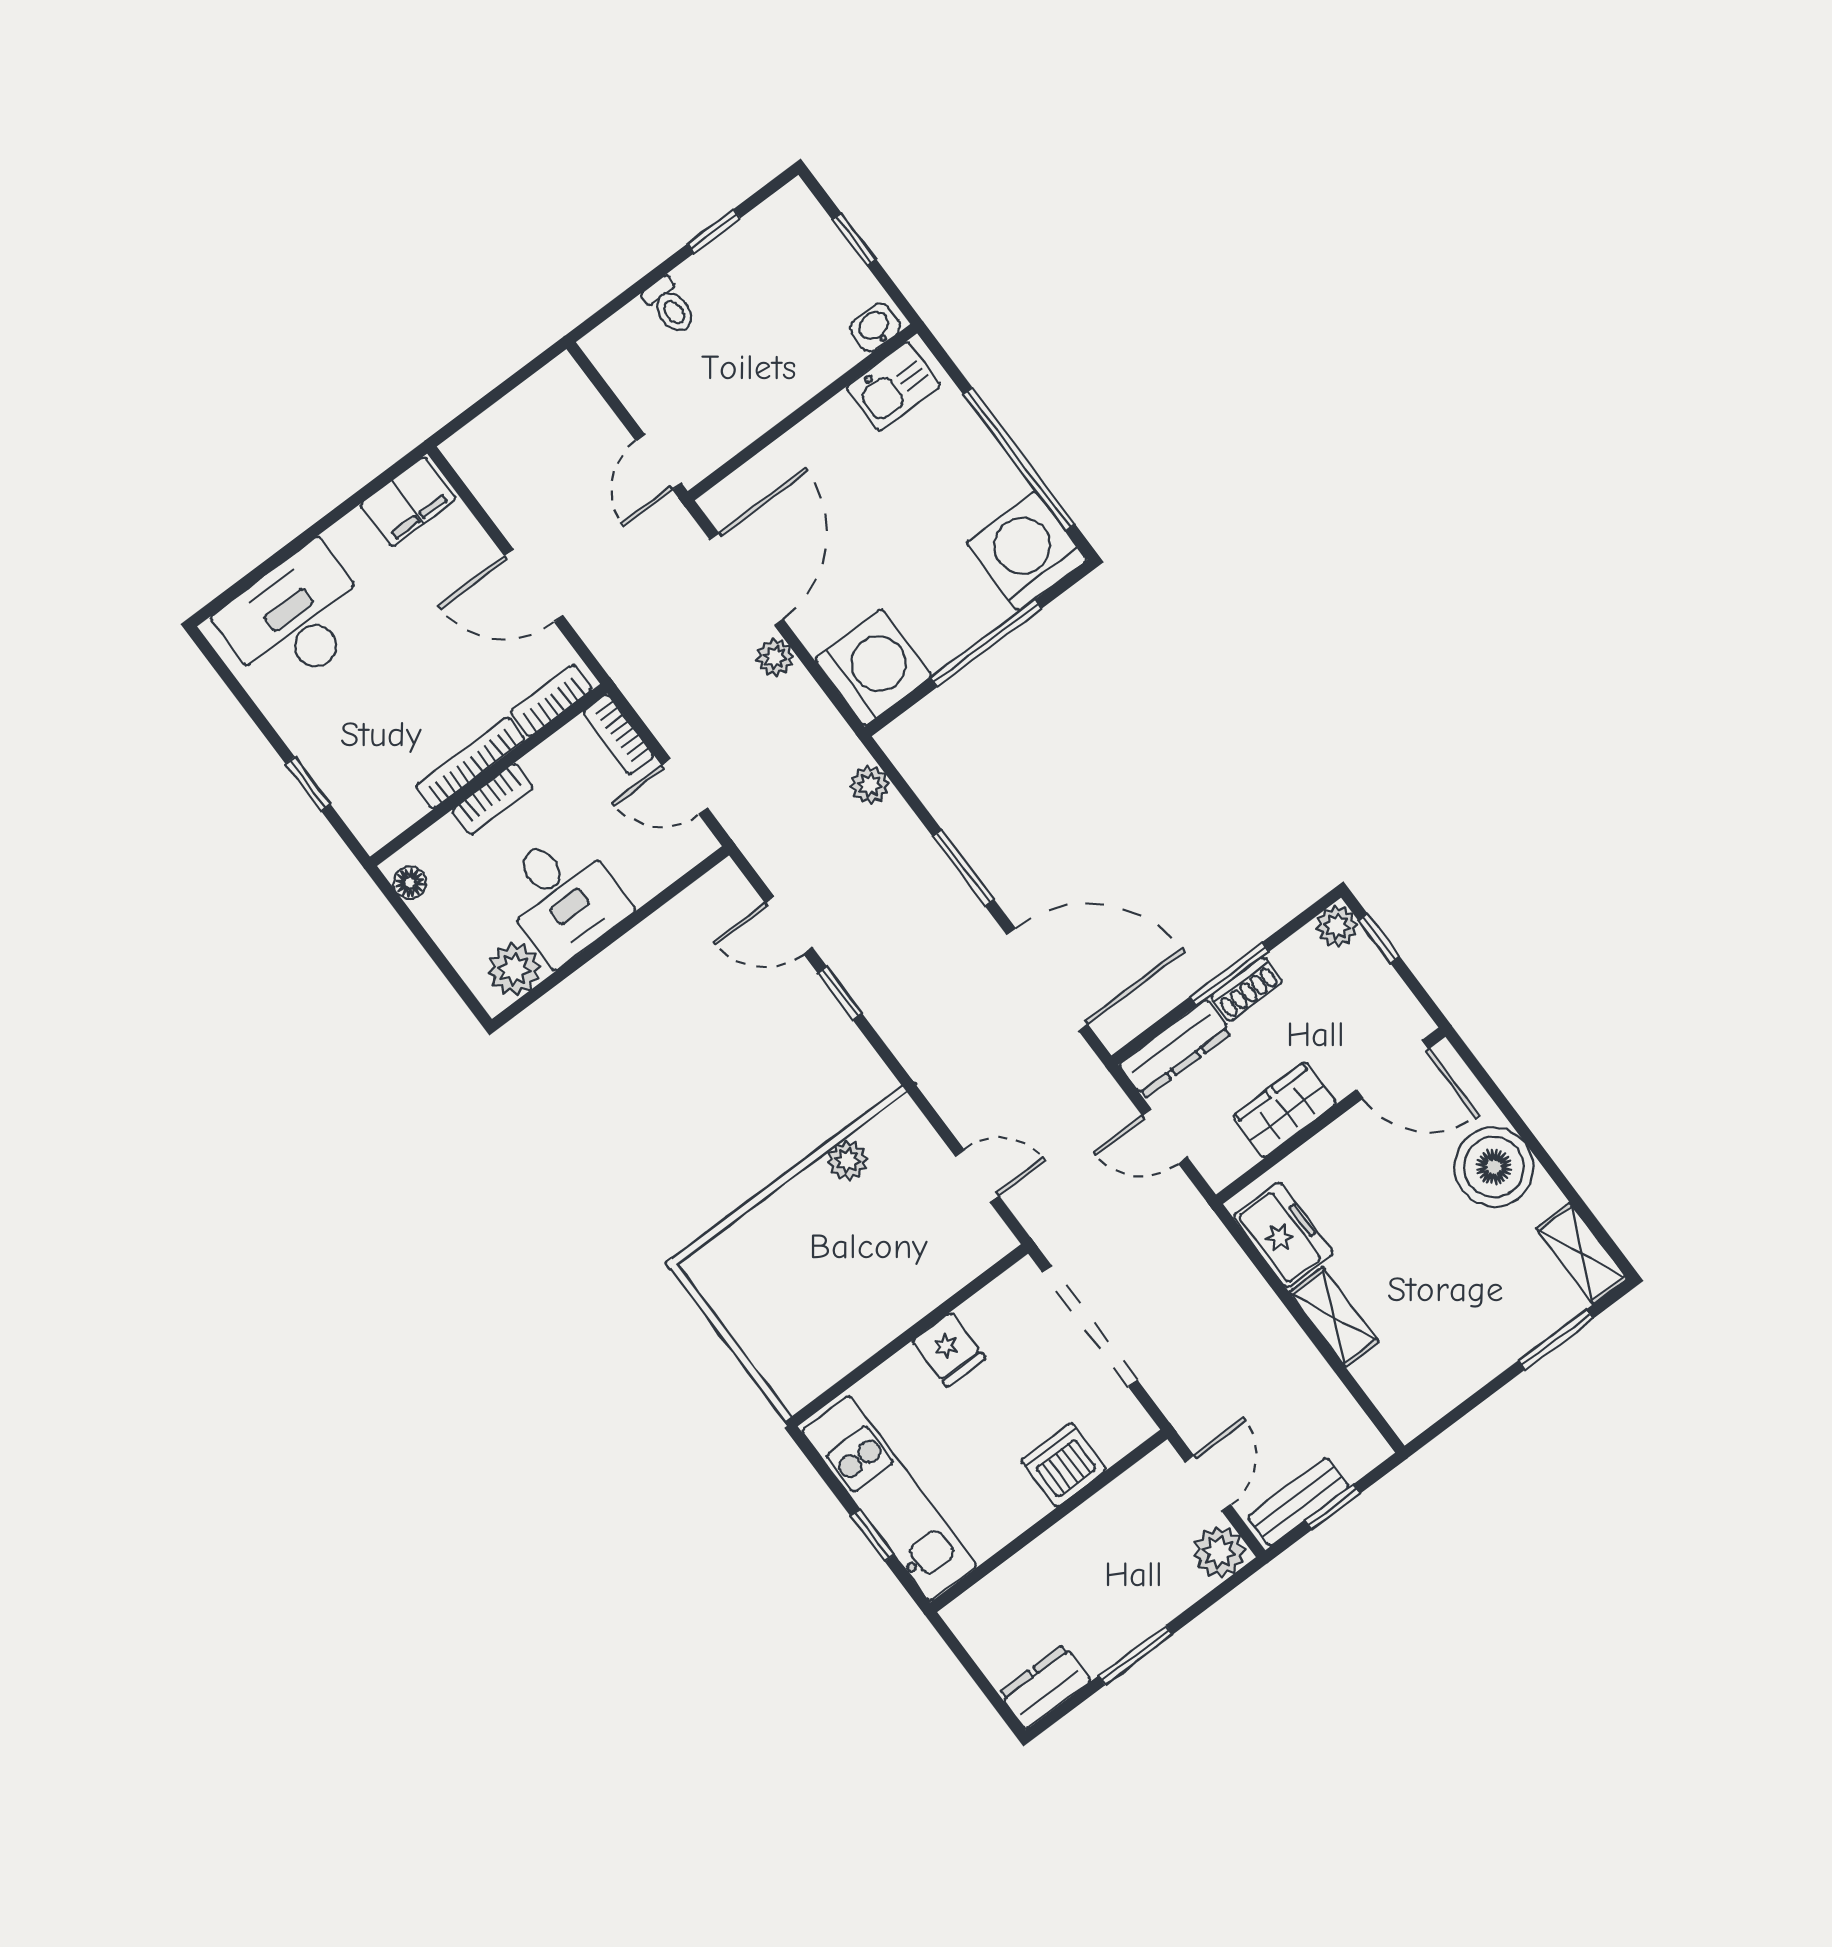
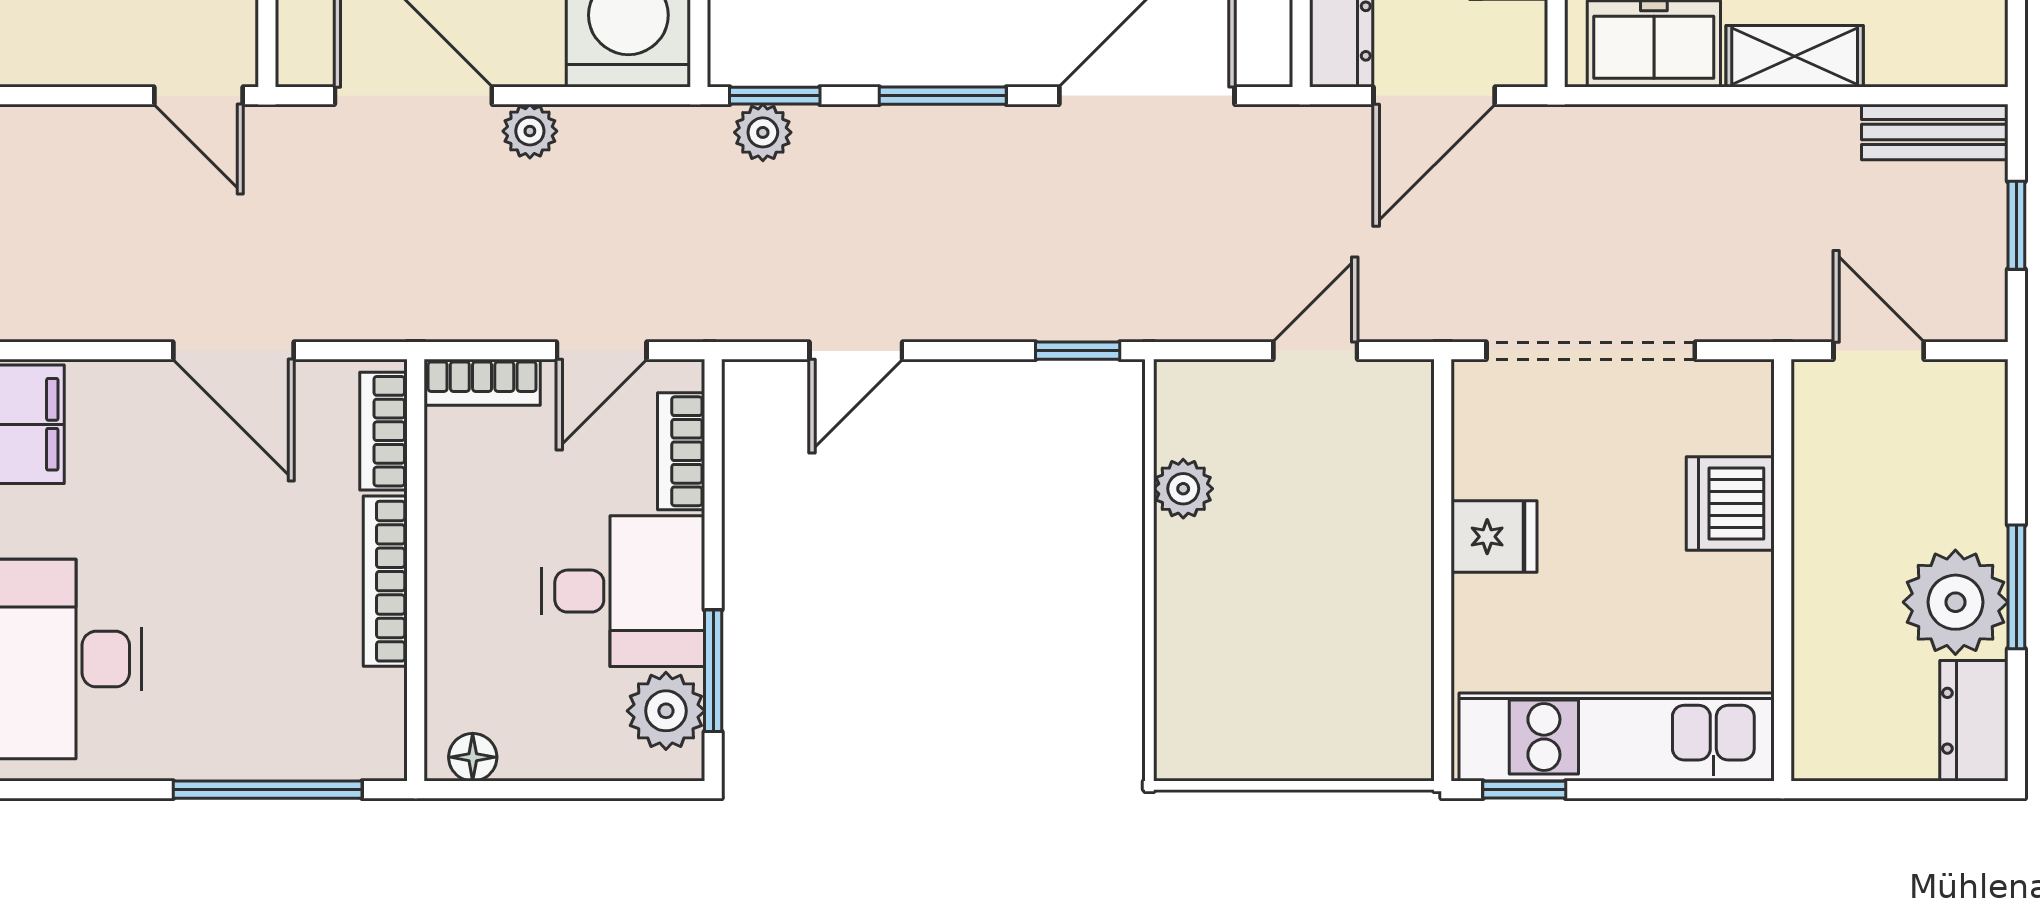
door: (534, 586) -> (234, 351), hinge flipped
window: (895, 776) -> (775, 96), added
window: (308, 784) -> (268, 790), width x2.17
bookcase: (493, 799) -> (681, 451), moved, turned 180
window: (556, 978) -> (713, 671), added
window: (840, 993) -> (1078, 351), moved
door: (1165, 1136) -> (1434, 96), width x1.38
bench: (1298, 1502) -> (1935, 132), moved, turned 90
window: (872, 1535) -> (1524, 790), moved
plant: (1219, 1552) -> (1955, 602), moved, width x1.36, depth x1.36

